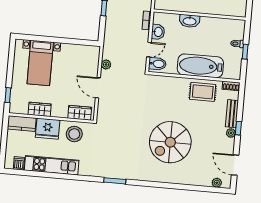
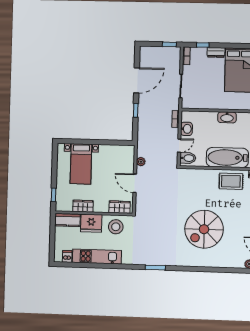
washbasin: (190, 21) -> (227, 117), moved

